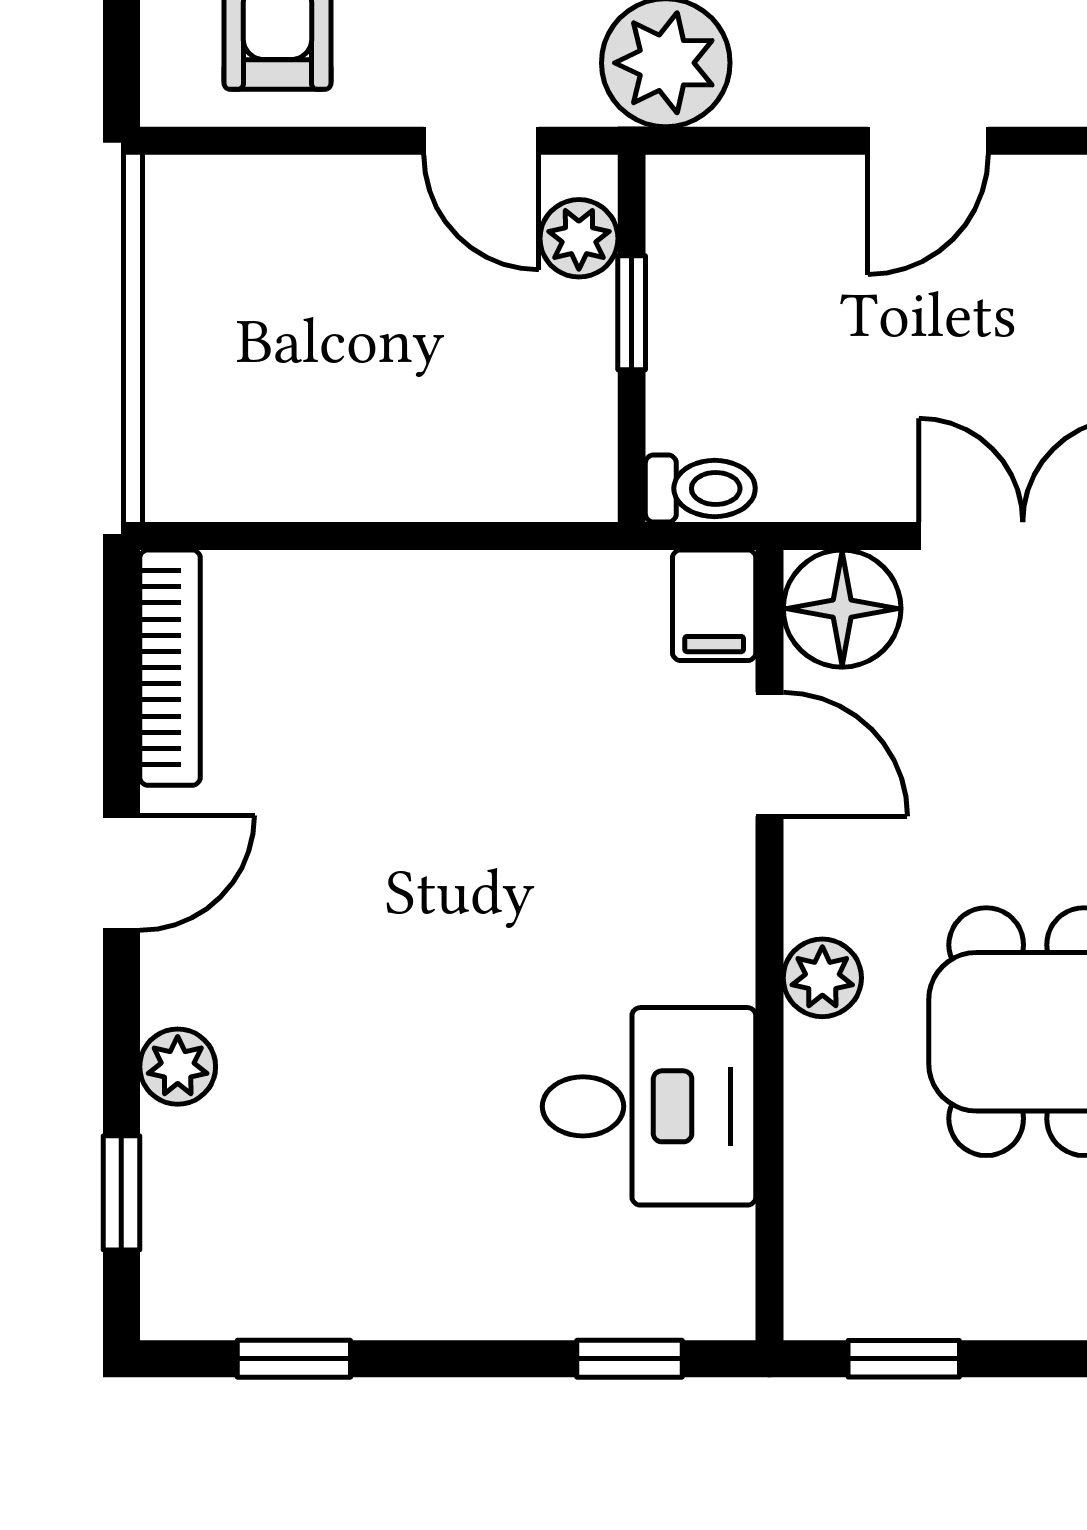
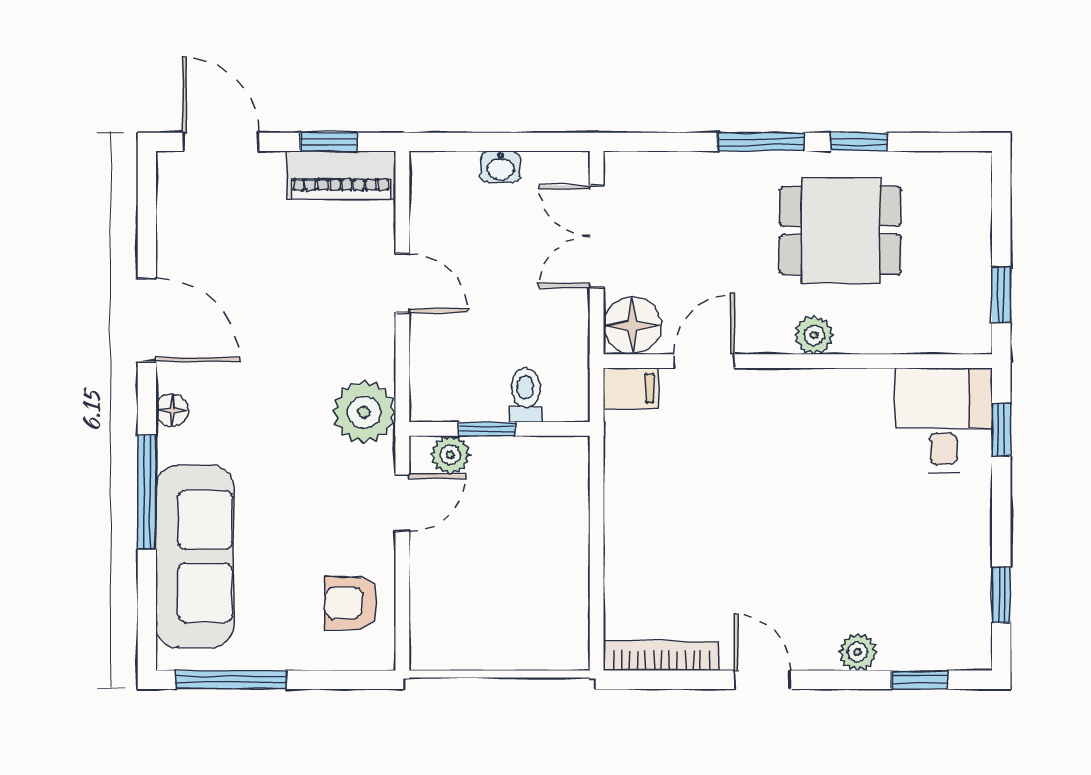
toilet: (700, 488) -> (525, 395), moved
desk: (649, 1106) -> (944, 420), moved

